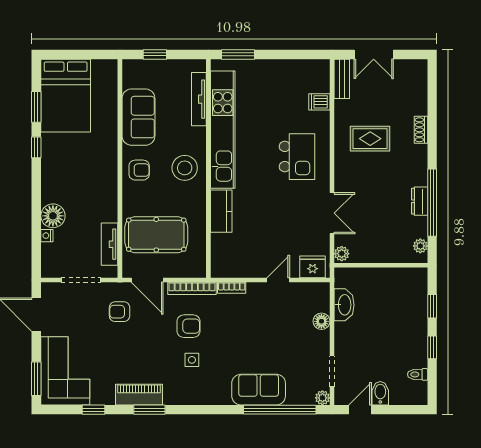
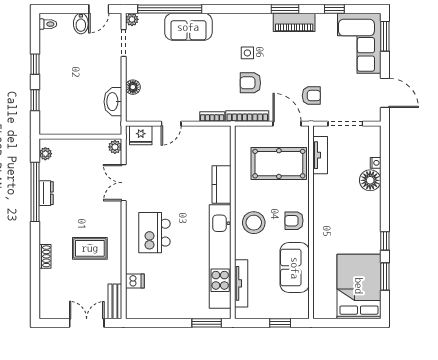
toilet: (418, 374) -> (48, 24), moved

